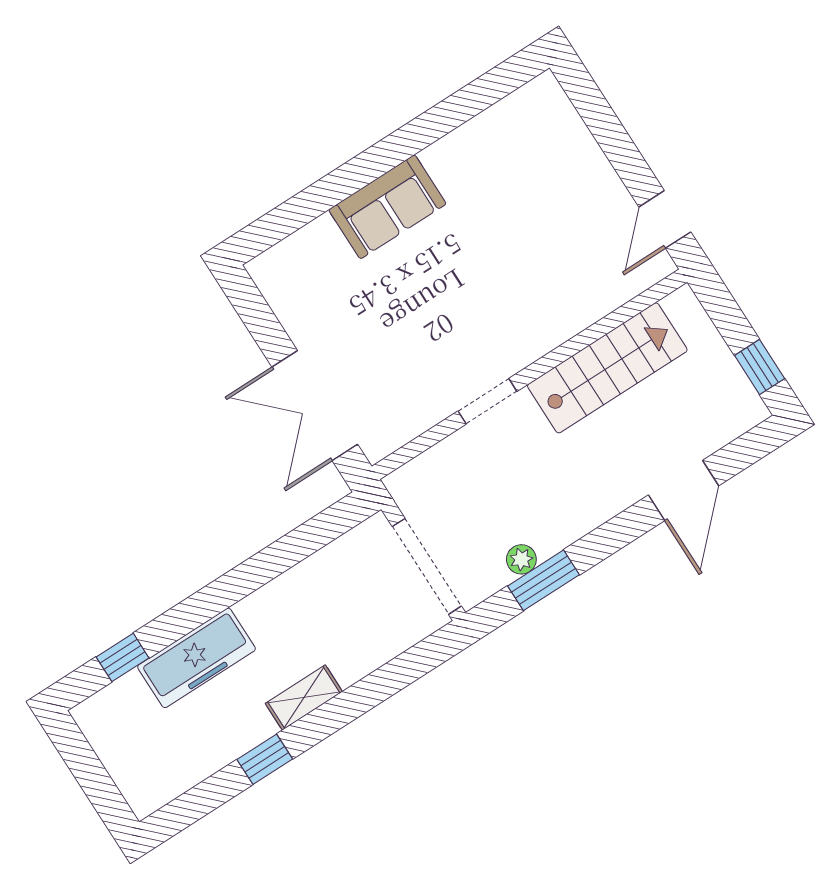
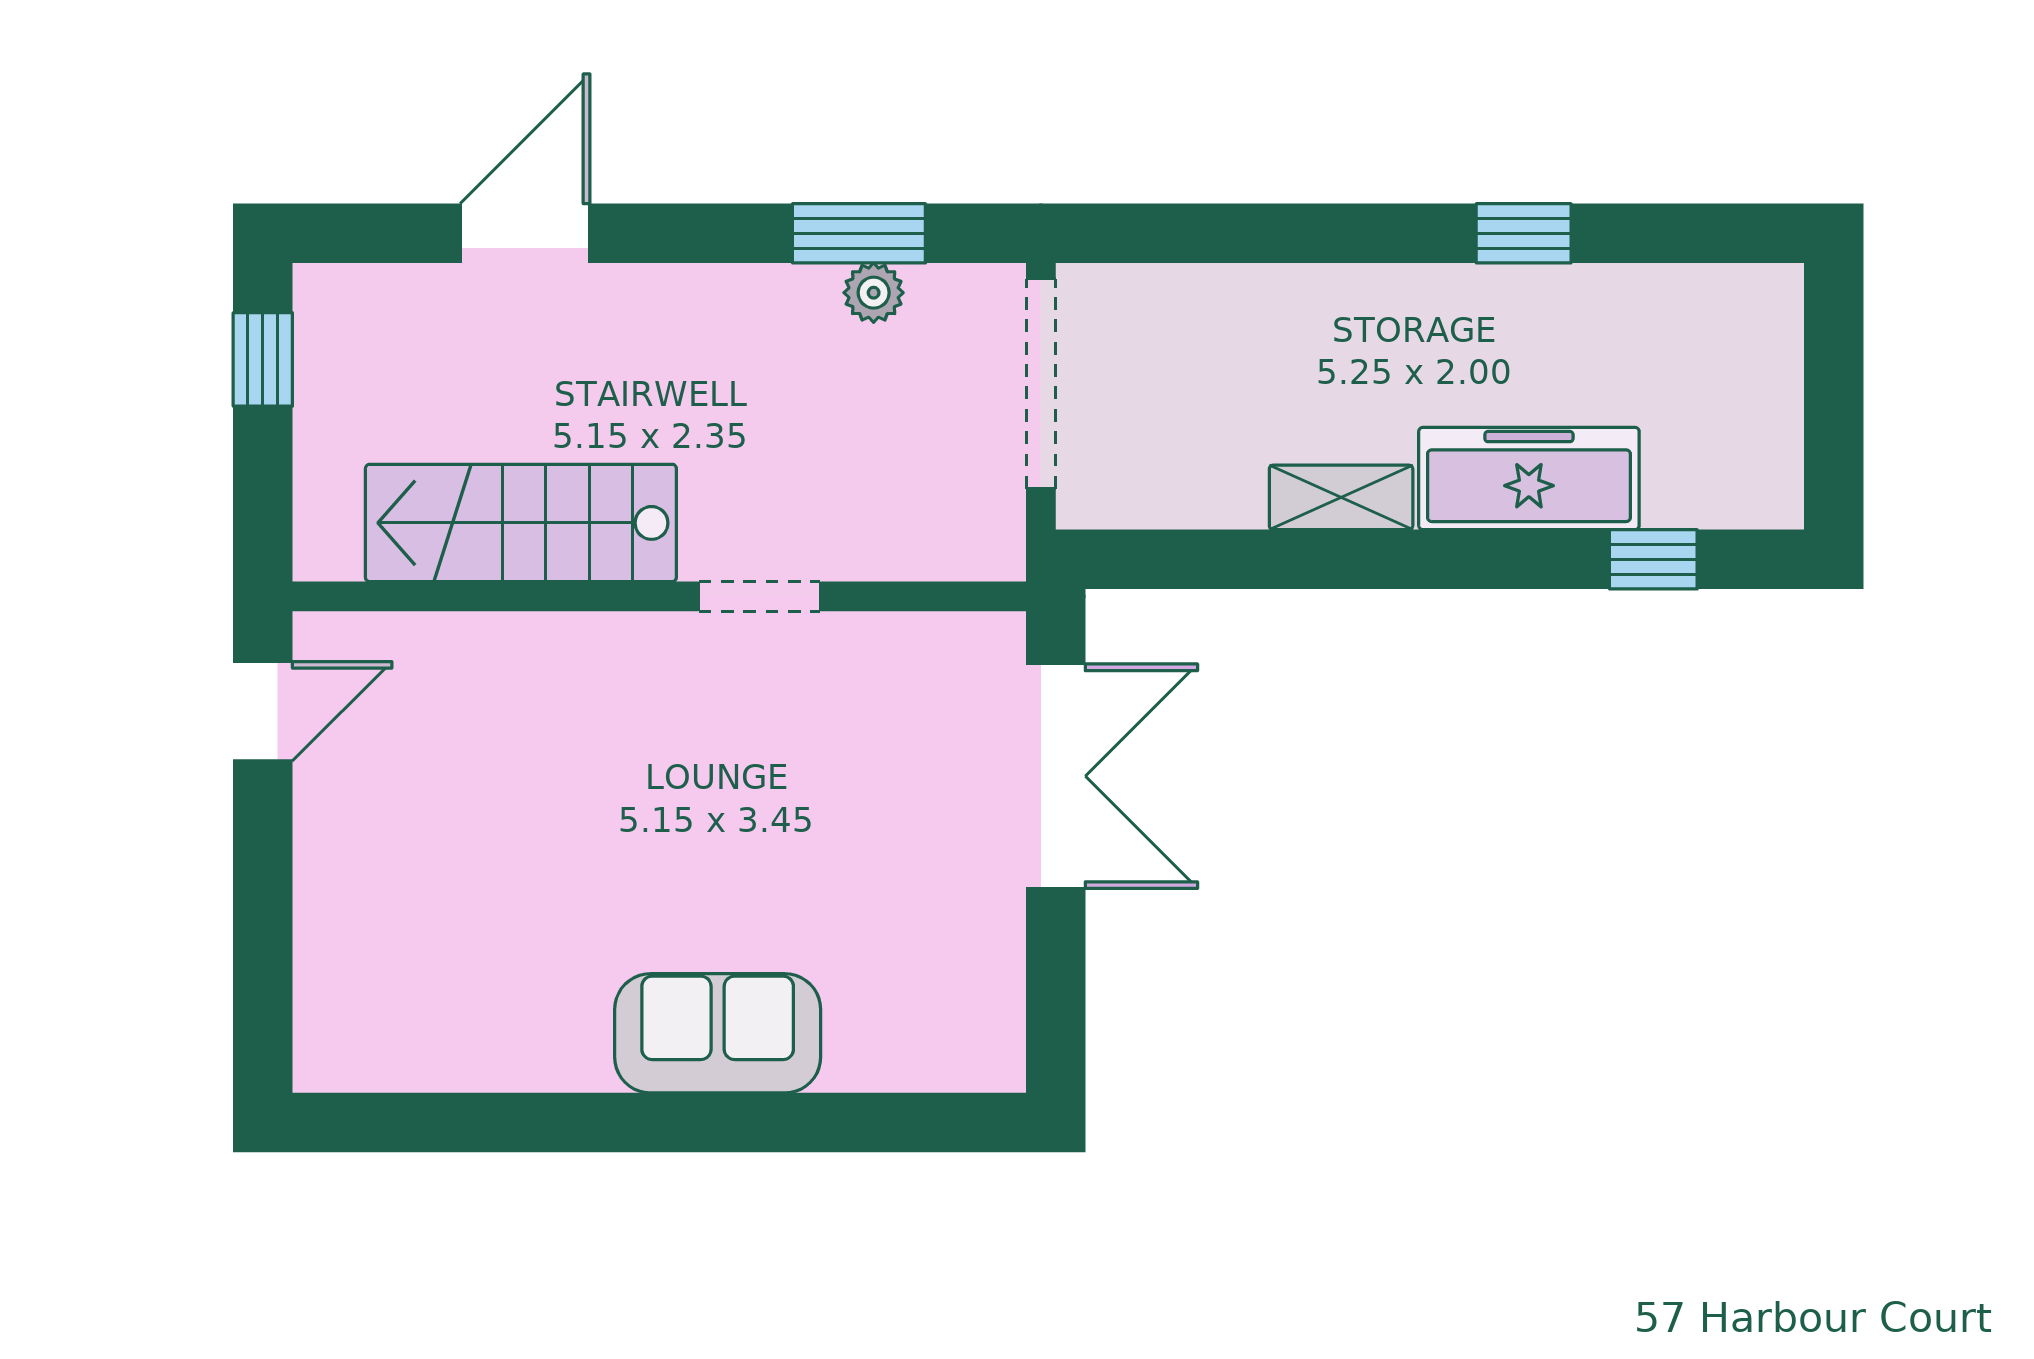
shelving: (304, 698) -> (1341, 497), moved

